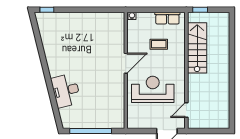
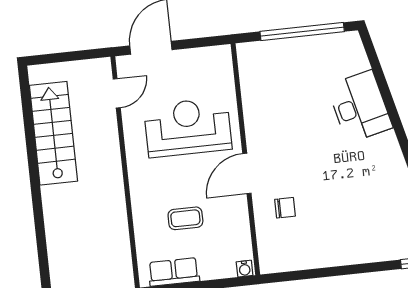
chair: (109, 44) -> (285, 208), added
stairs: (197, 48) -> (53, 133), moved, turned 180
reception desk: (153, 89) -> (188, 127), turned 180

